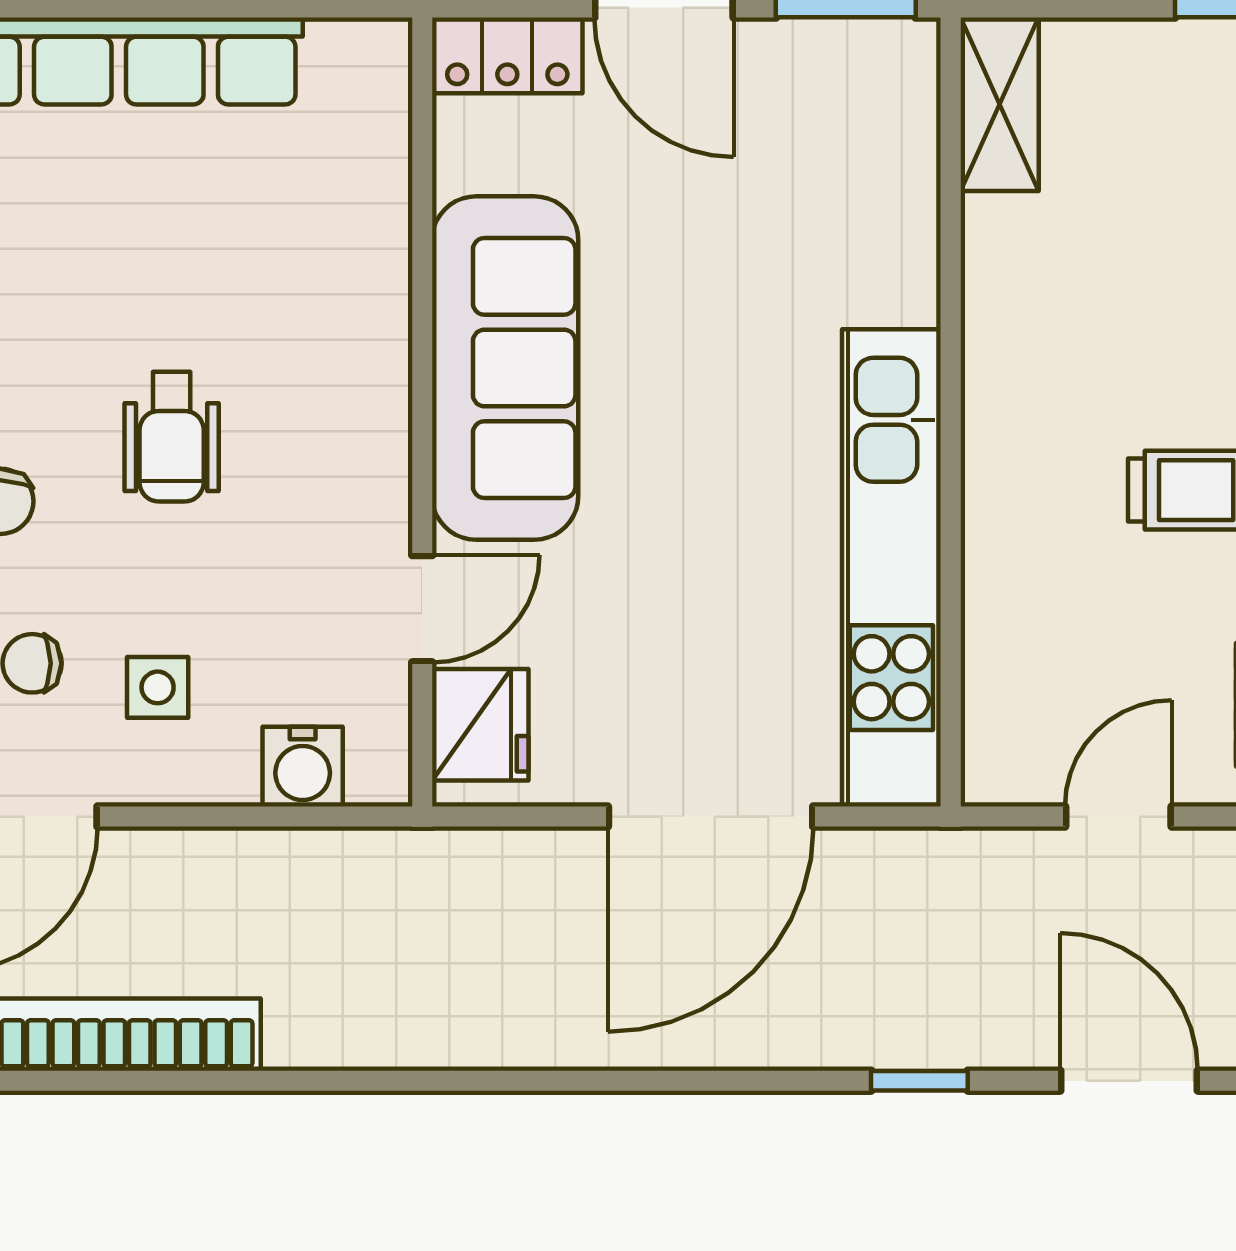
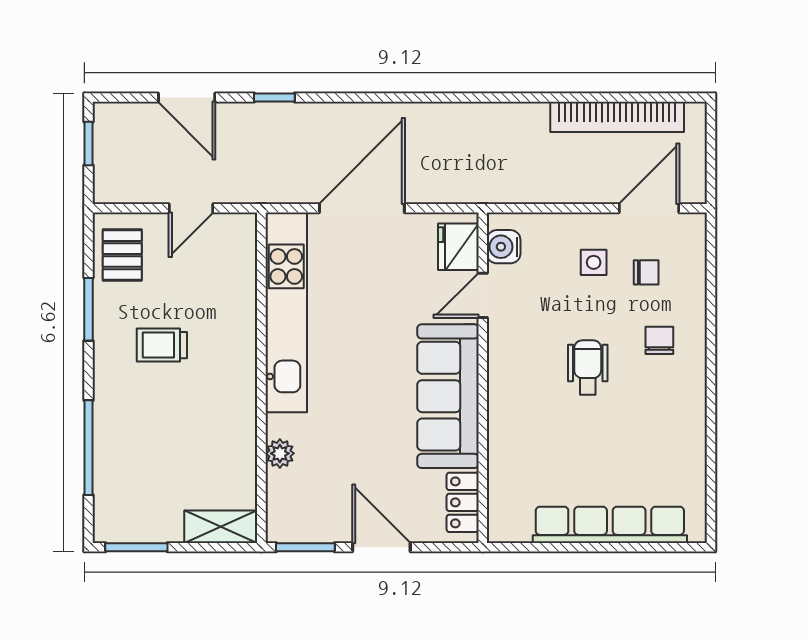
locker: (507, 55) -> (463, 502), moved, turned -90
shelving: (1000, 104) -> (221, 527), moved, turned 90
plant: (906, 231) -> (280, 453), added
water cooler: (303, 767) -> (504, 247), moved, turned -90

